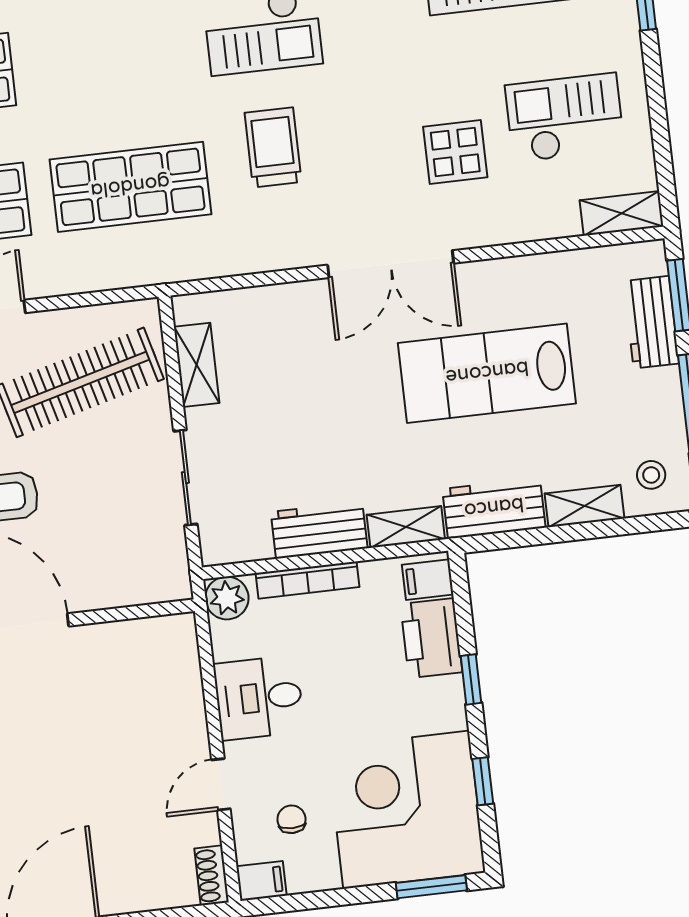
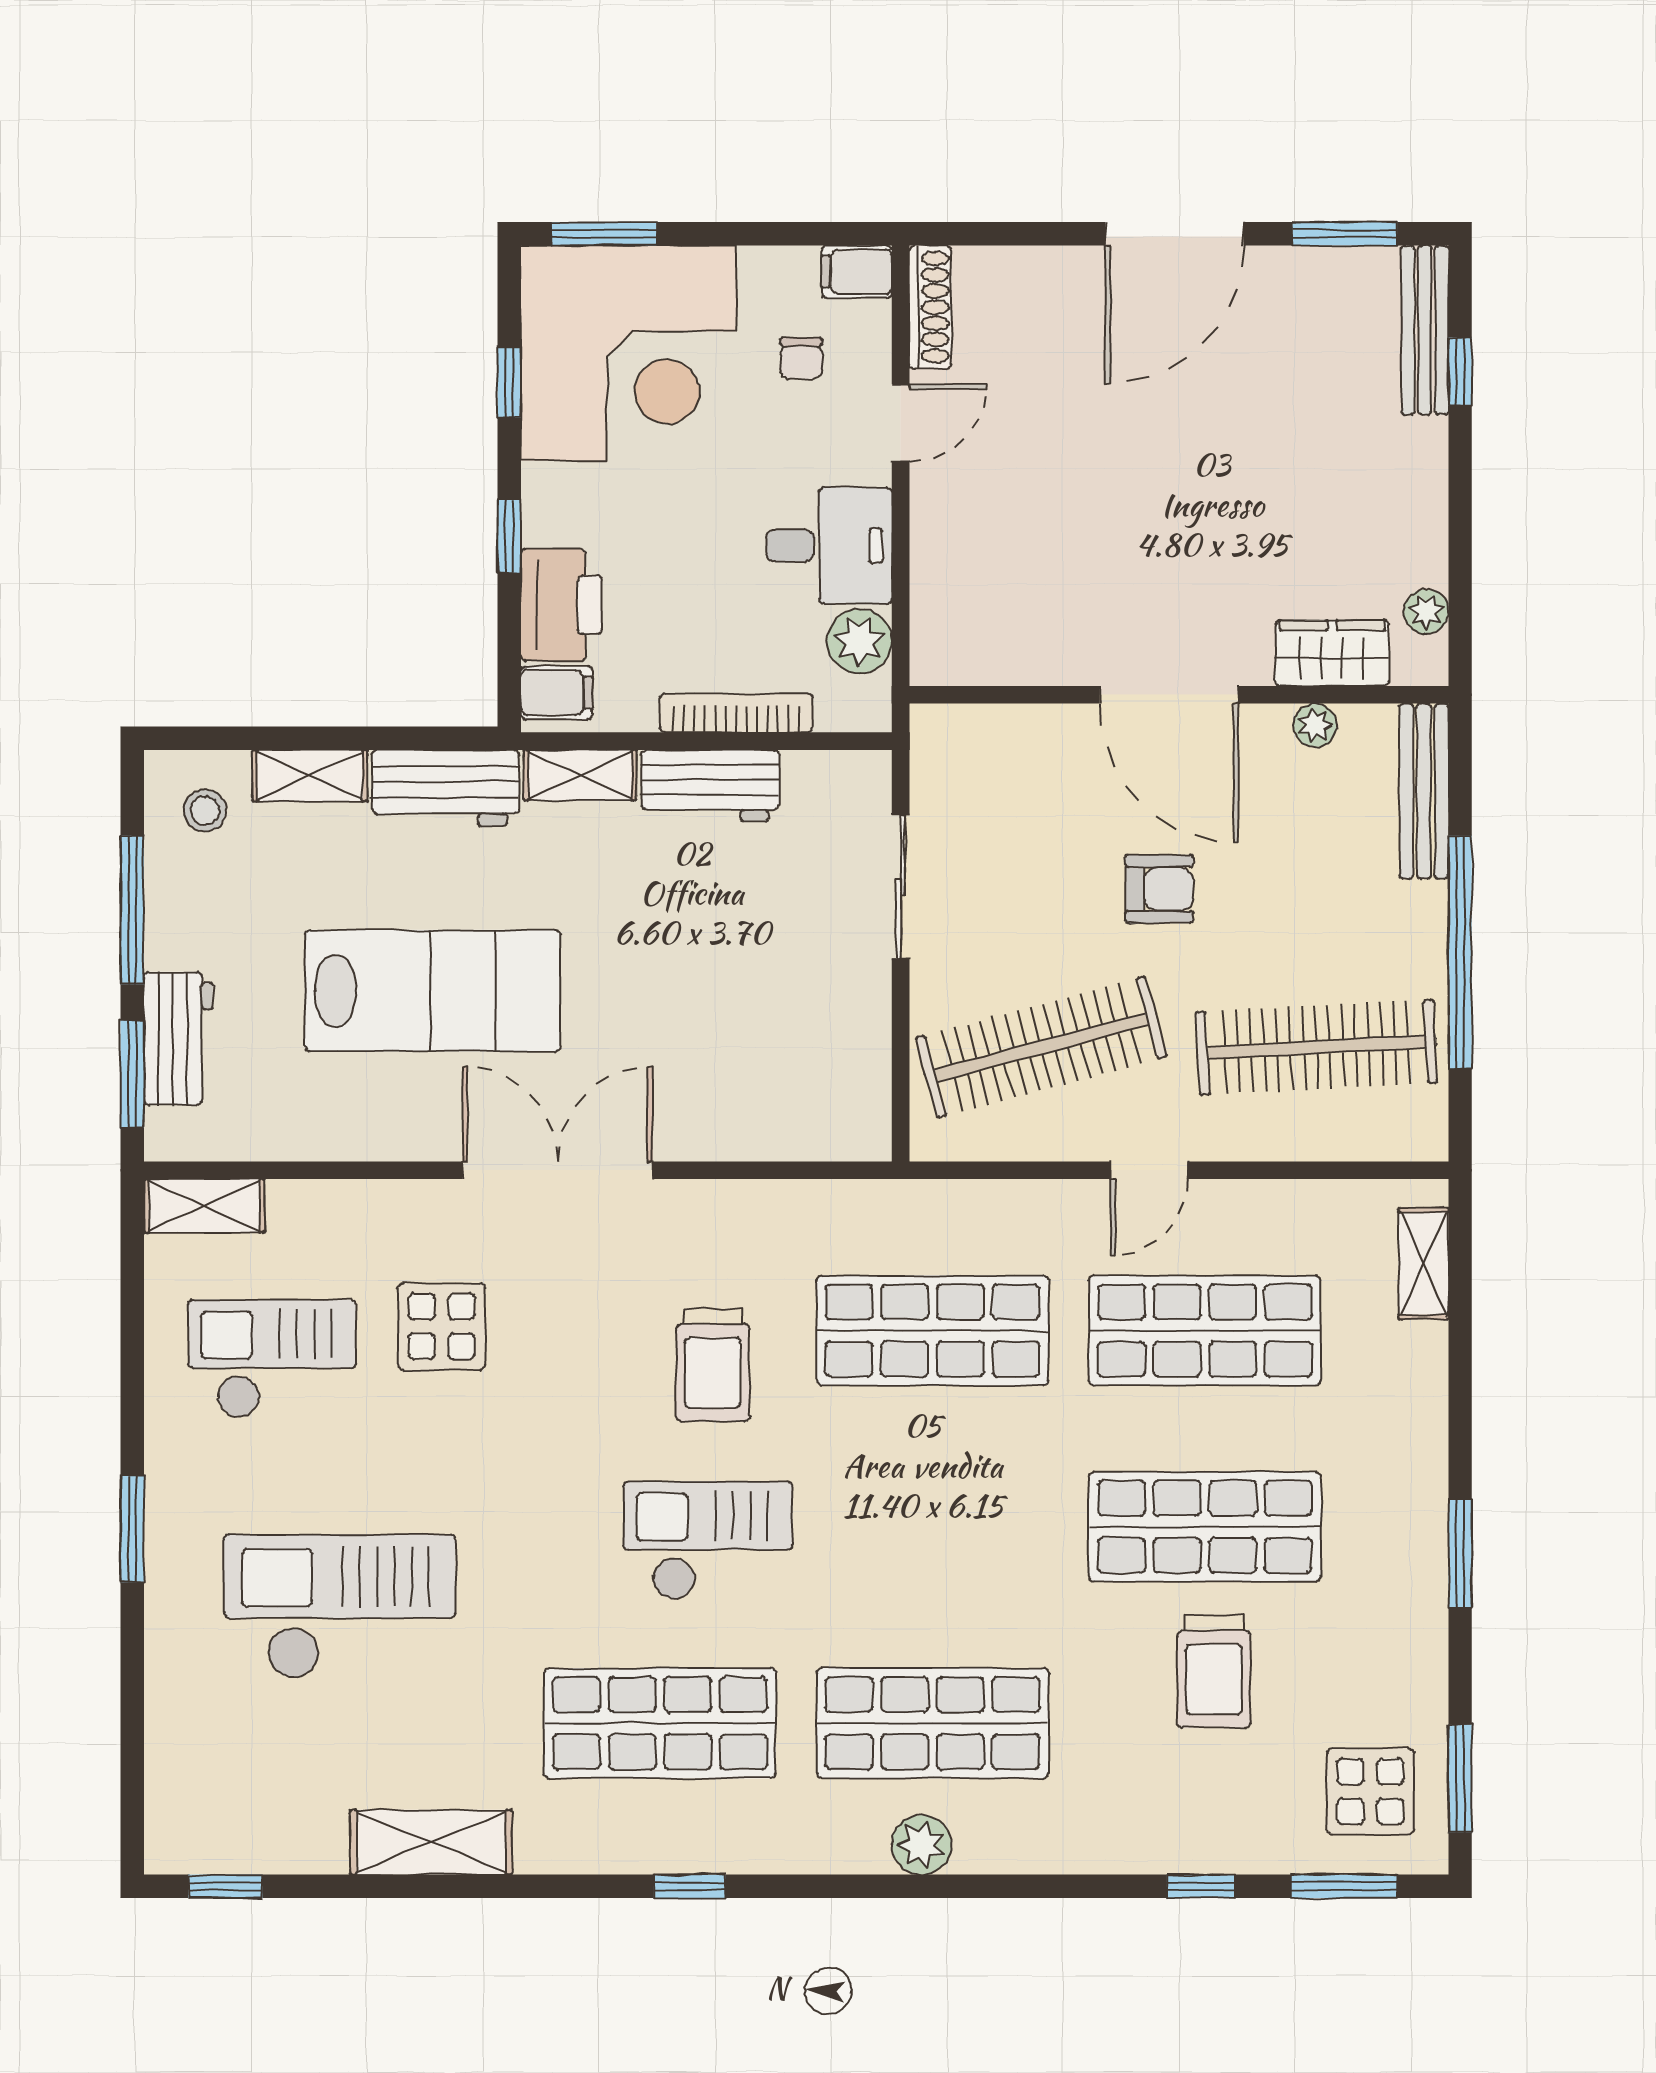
checkout: (565, 118) -> (272, 1359), turned 180
shelving: (197, 365) -> (865, 1053), removed
plant: (227, 598) -> (860, 641), moved
shoe rack: (212, 875) -> (930, 307), width x1.43

